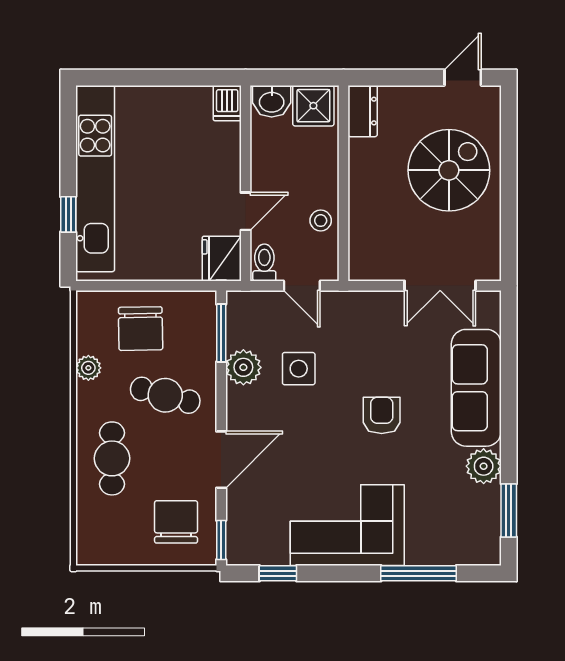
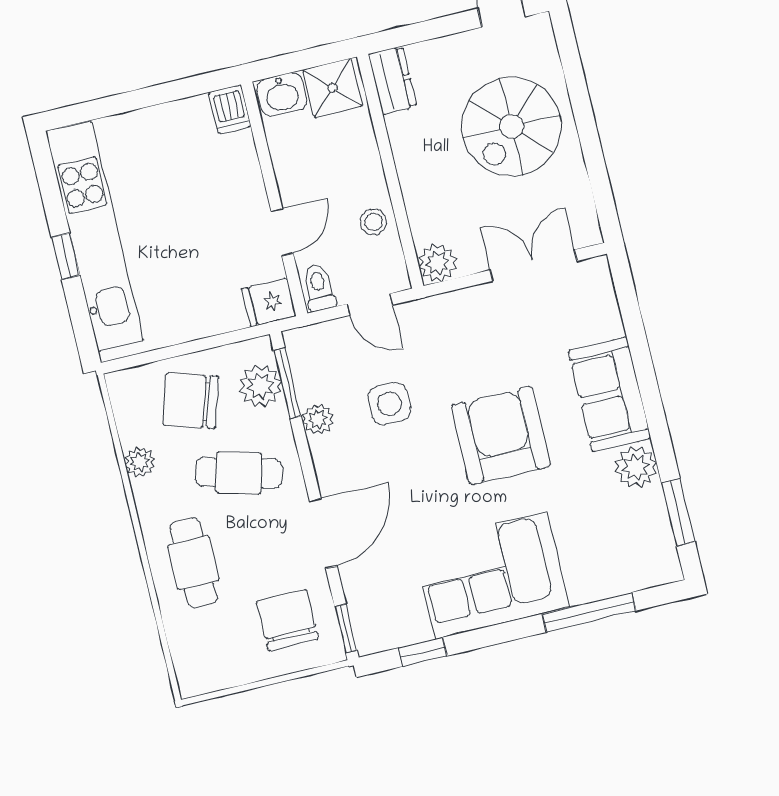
spiral stairs: (449, 170) -> (511, 126), turned 180
window: (68, 214) -> (66, 256), moved
fridge: (222, 259) -> (269, 302), width x0.72
plant: (364, 265) -> (437, 263), added
double door: (440, 286) -> (533, 265), swing flipped
chair: (141, 329) -> (191, 401), turned 108
plant: (199, 330) -> (260, 386), added
plant: (243, 367) -> (318, 419), width x0.73, depth x0.73
sofa: (476, 388) -> (609, 395), width x0.73
armchair: (382, 415) -> (501, 436), width x1.88, depth x1.88

